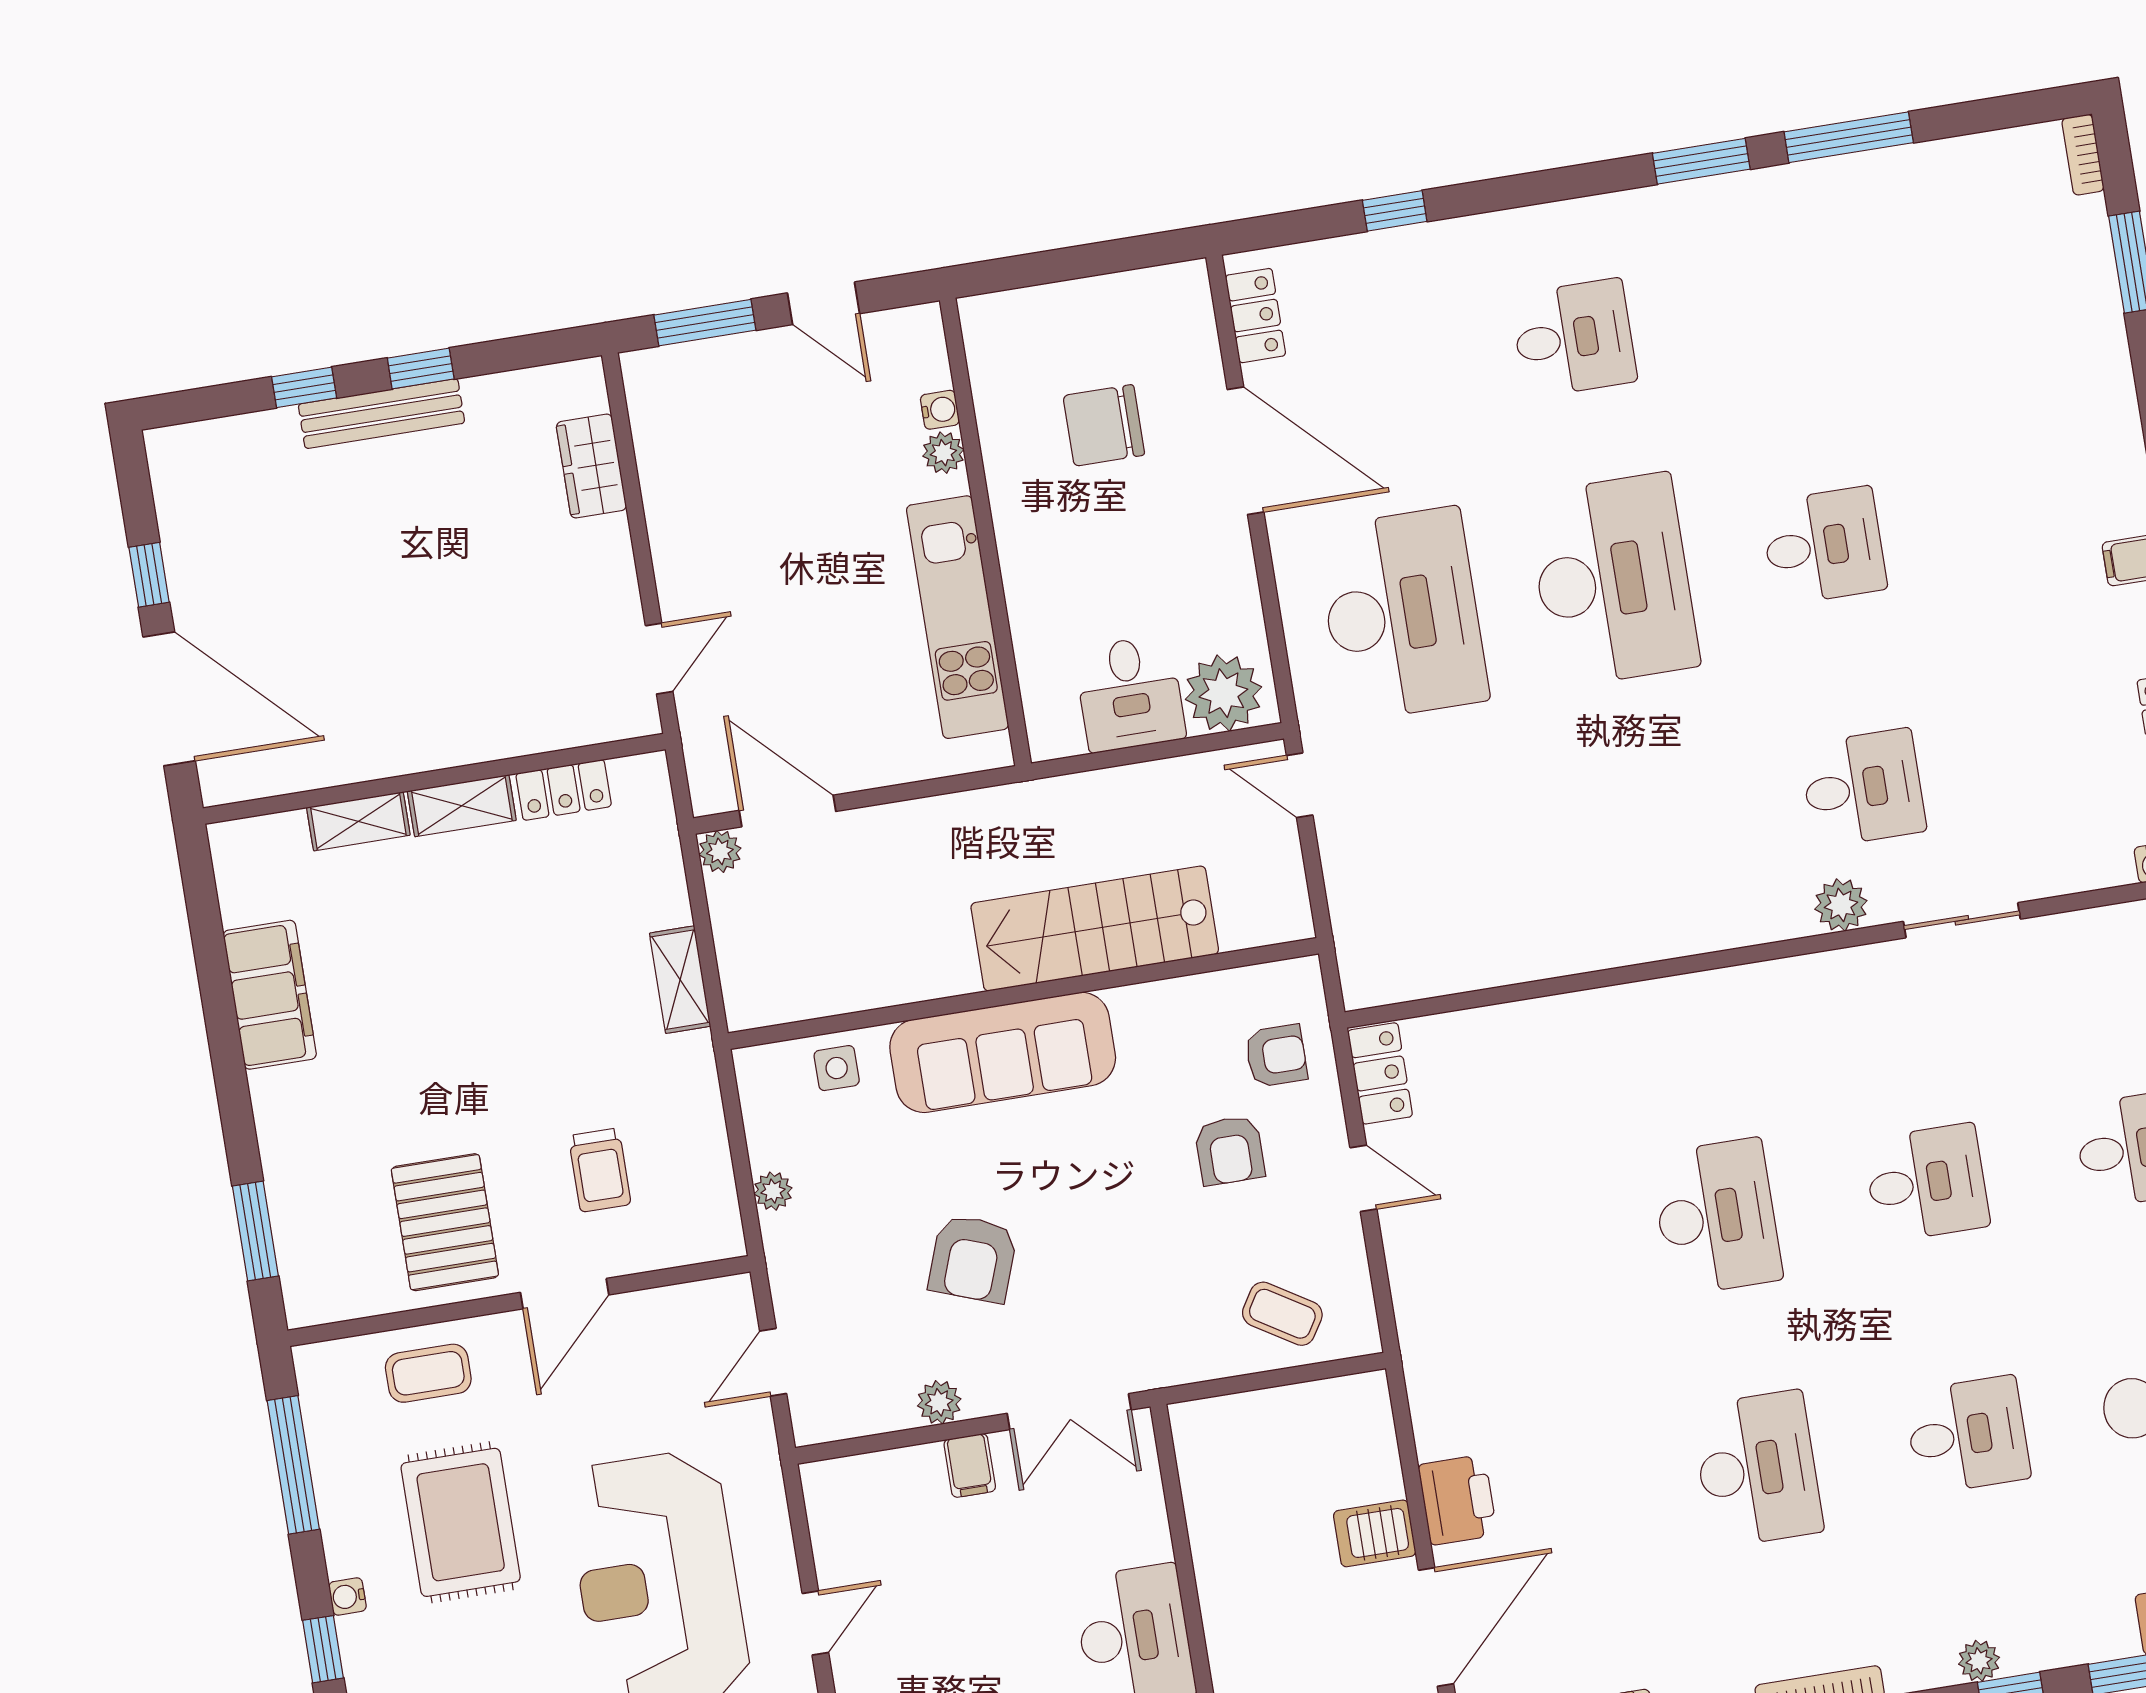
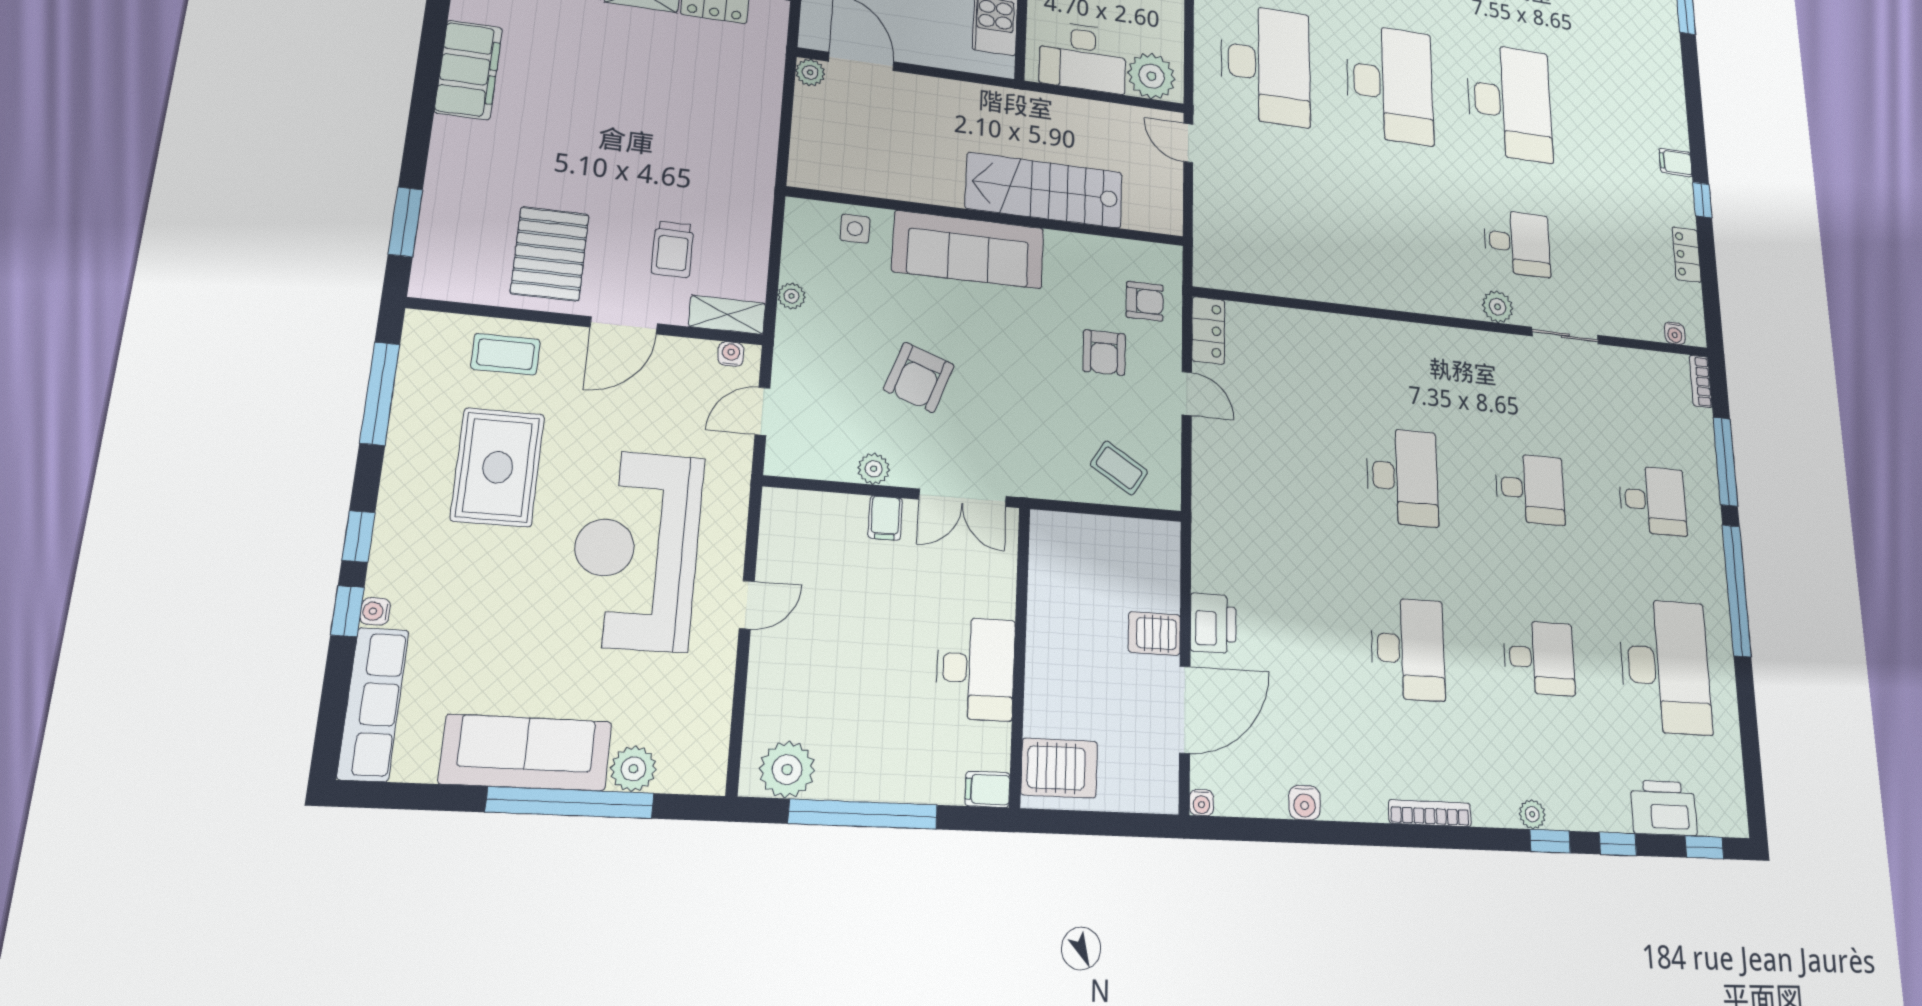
desk: (1824, 546) -> (1510, 102), width x1.87, depth x1.30
desk: (1130, 694) -> (1083, 57), width x1.37
shelving: (680, 980) -> (727, 315), moved, turned 90
water cooler: (347, 1596) -> (731, 354), moved, turned 90

